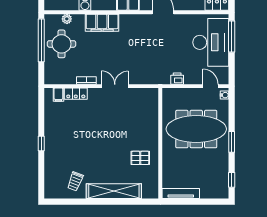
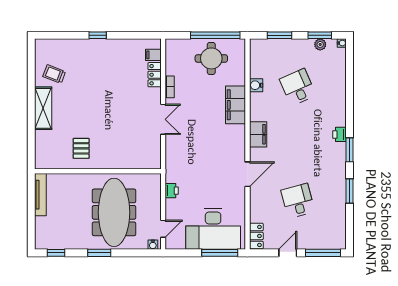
plant: (67, 19) -> (240, 64), removed
shelving: (114, 191) -> (43, 108), width x0.68

